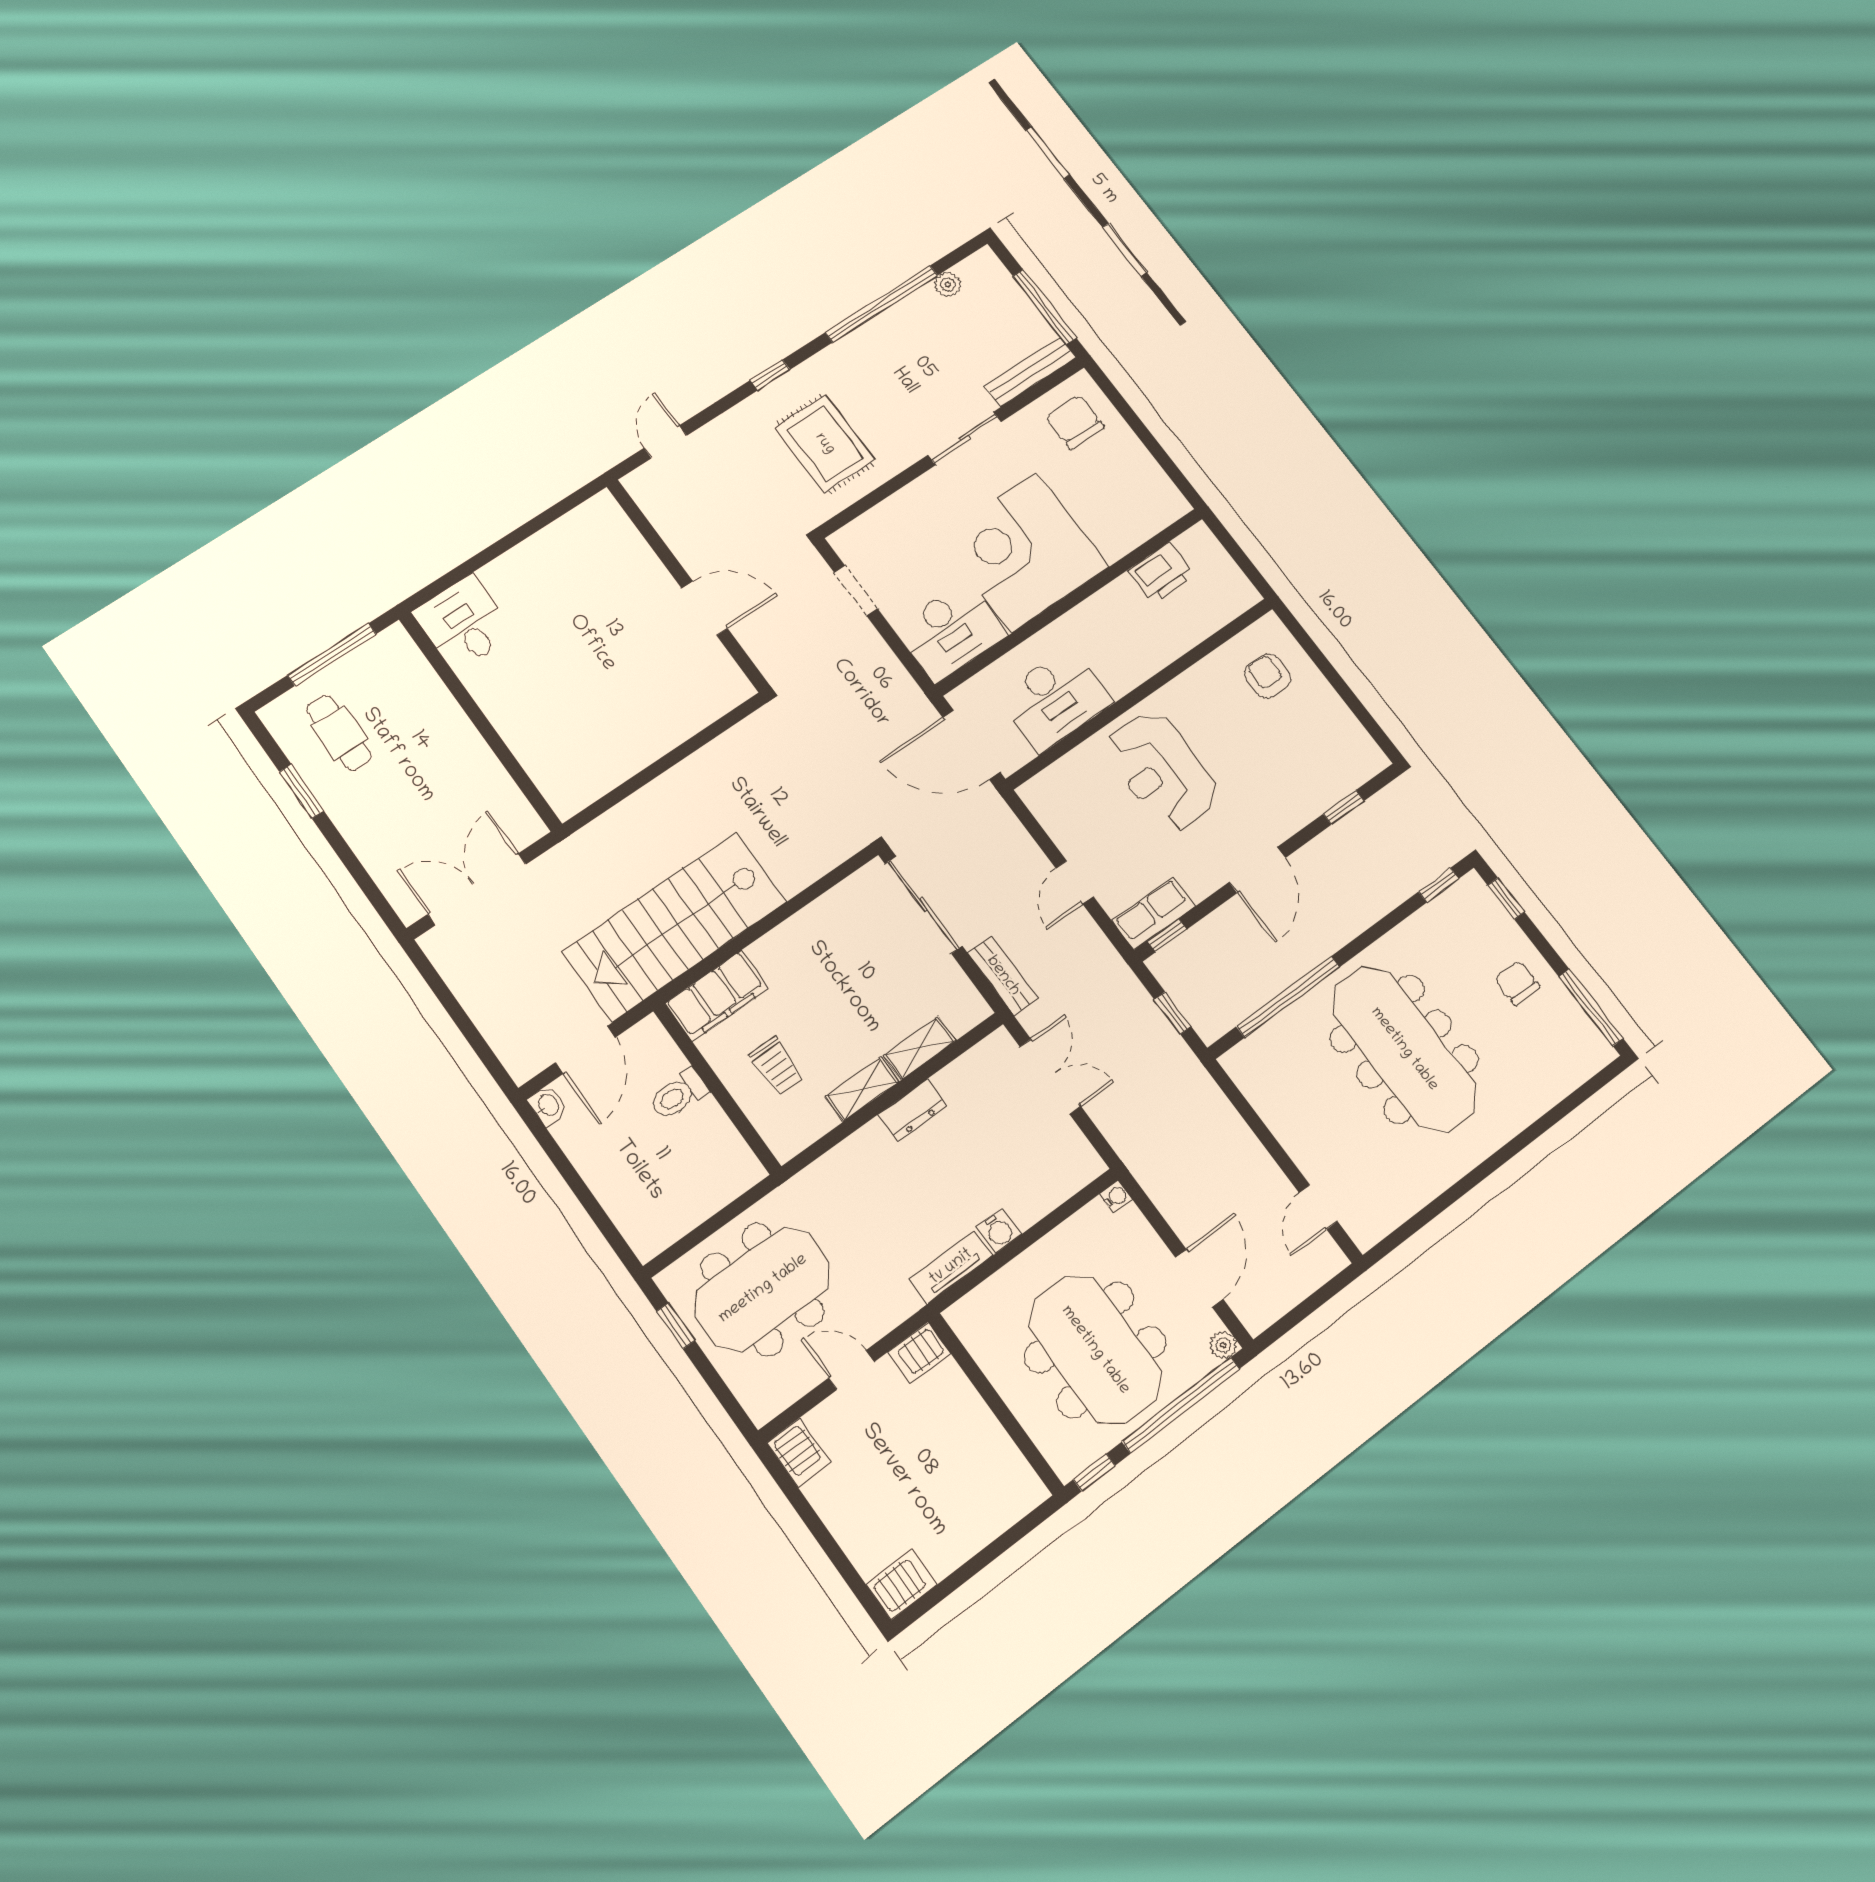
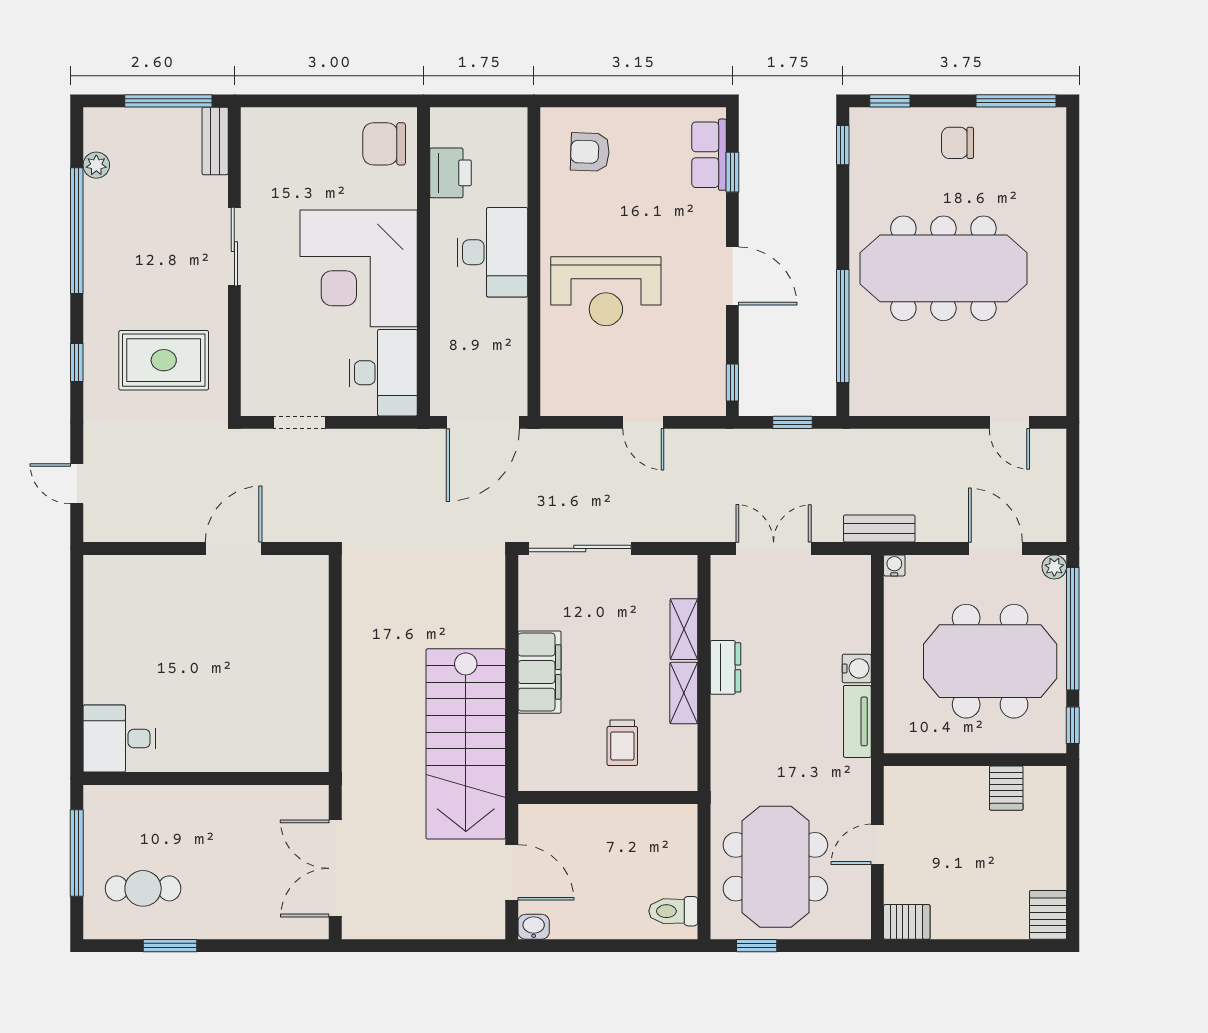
bench: (1030, 372) -> (215, 141), width x0.73
chair: (1075, 422) -> (384, 144), moved
desk: (1055, 699) -> (492, 252), moved
row of seats: (1154, 914) -> (709, 155), moved
bench: (1003, 976) -> (879, 529), moved
filing cabinet: (717, 996) -> (539, 672), moved
trolley: (777, 1066) -> (622, 743), turned 90
toilet: (678, 1094) -> (673, 911), moved, turned 90
server rack: (919, 1353) -> (1006, 788), moved

